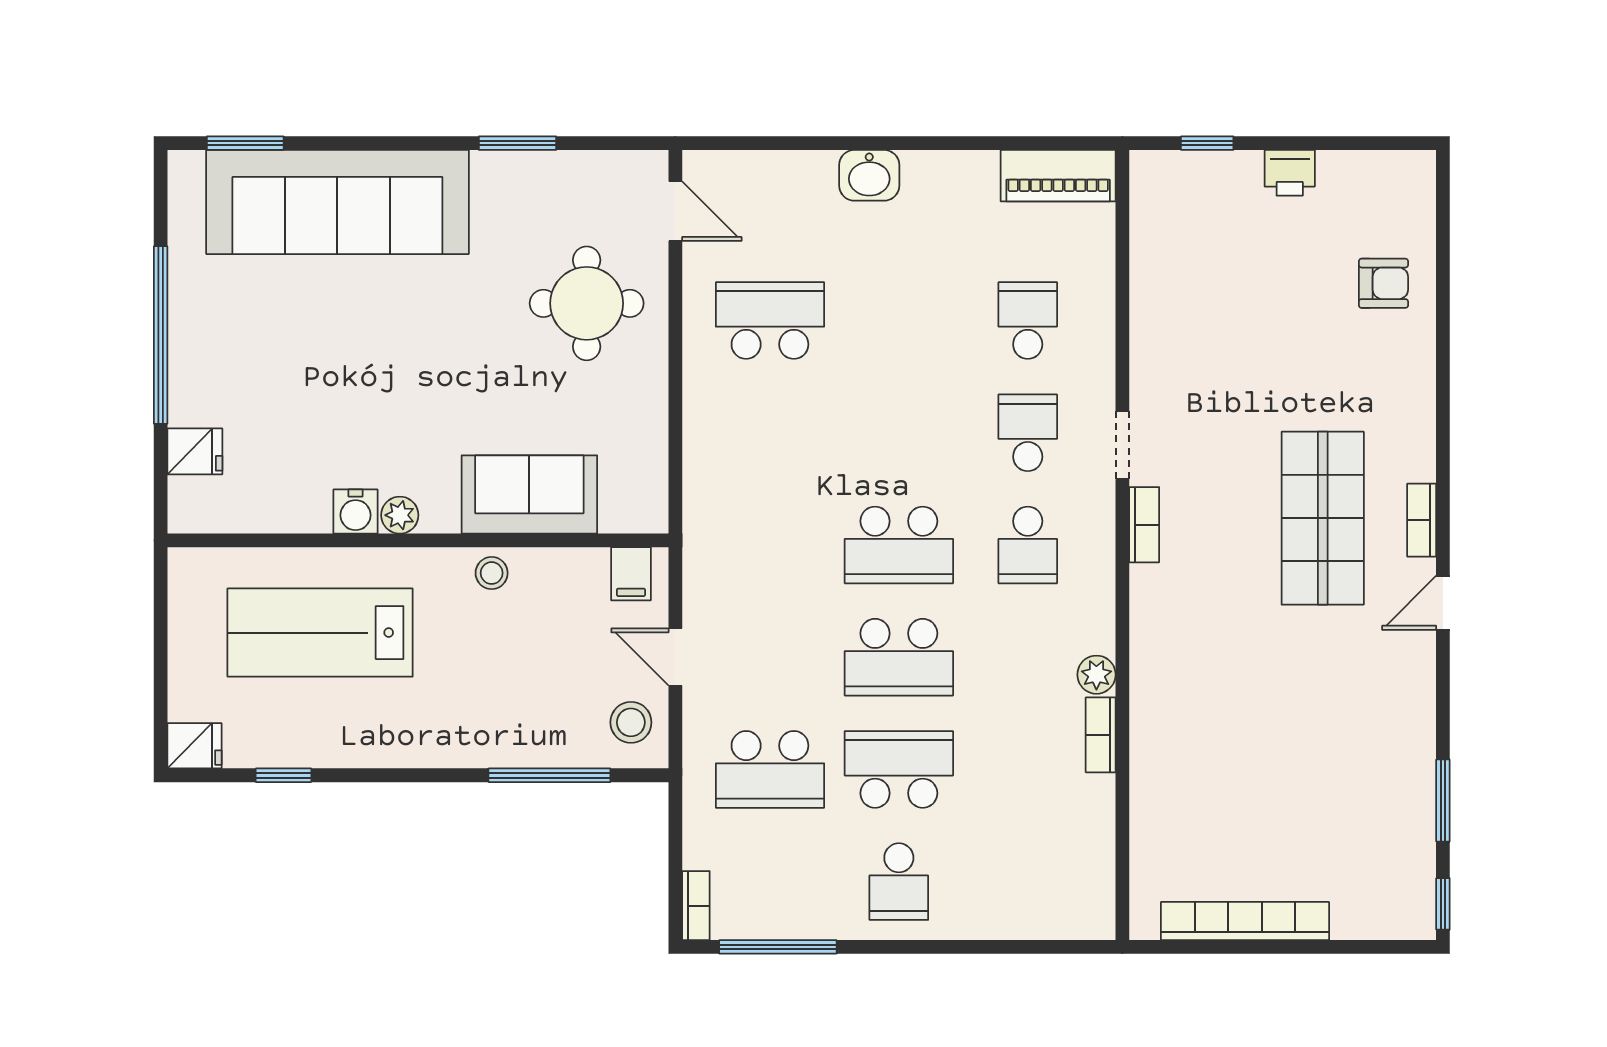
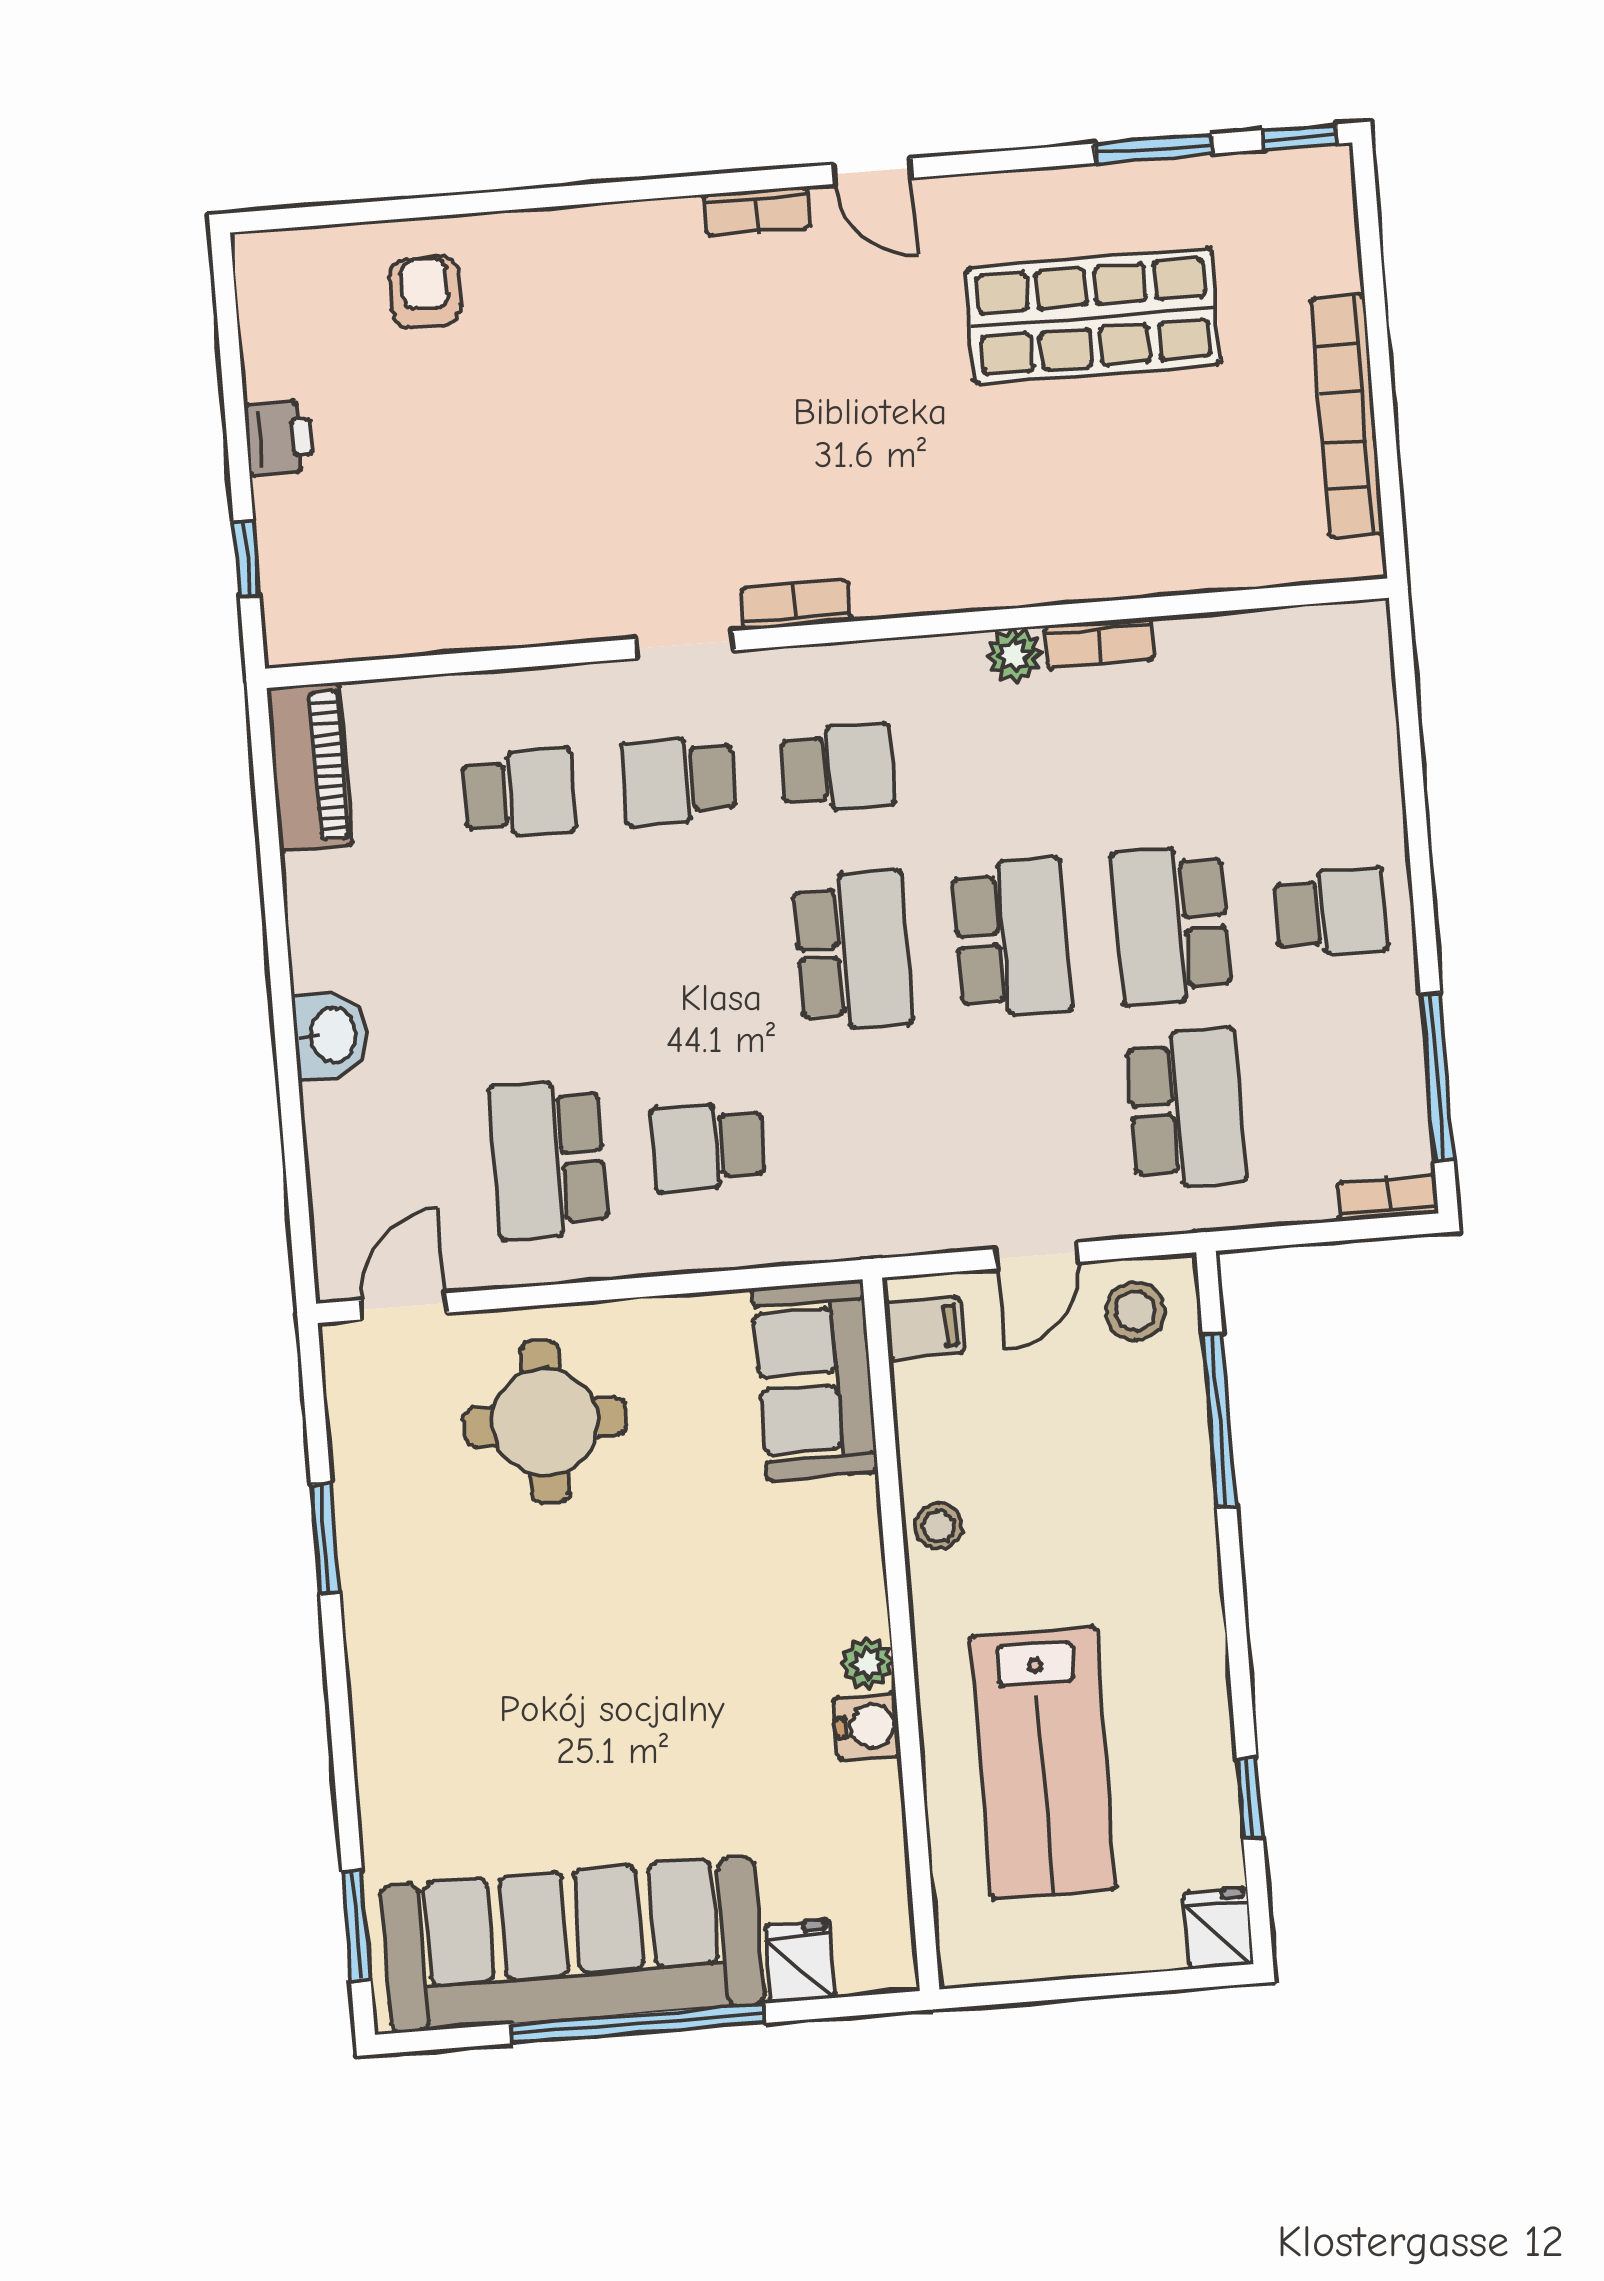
sofa: (337, 202) -> (573, 1945), moved, turned -90
school desk: (1028, 321) -> (519, 793), turned 180
school desk: (770, 433) -> (708, 1147), added
sofa: (529, 494) -> (815, 1380), moved
shop shelf: (1323, 518) -> (1093, 316), moved

